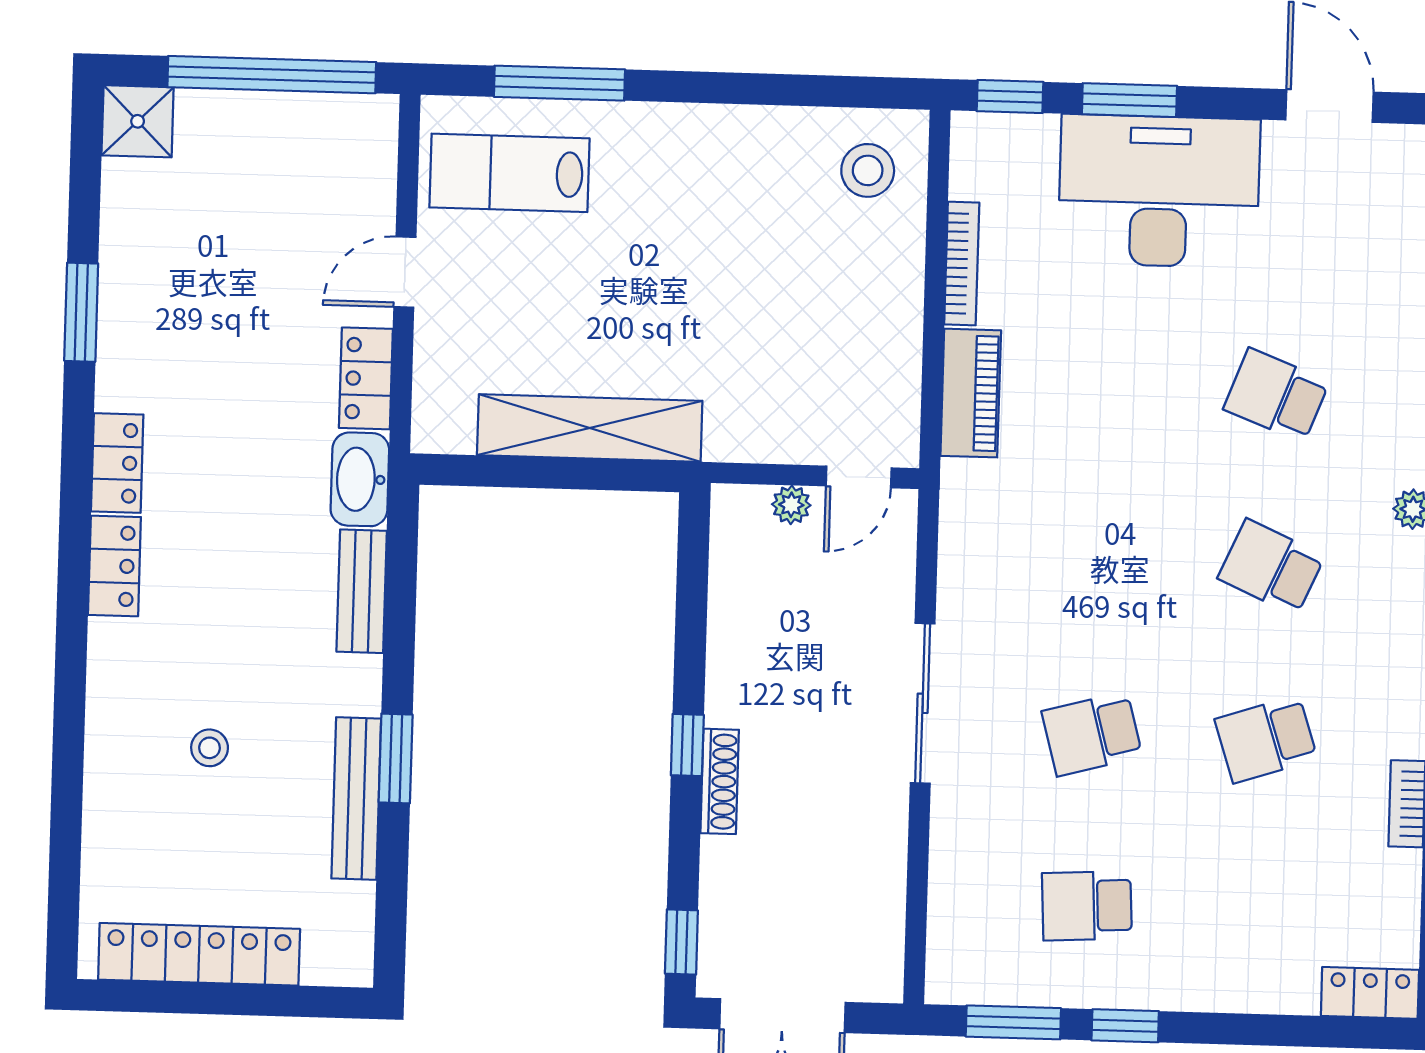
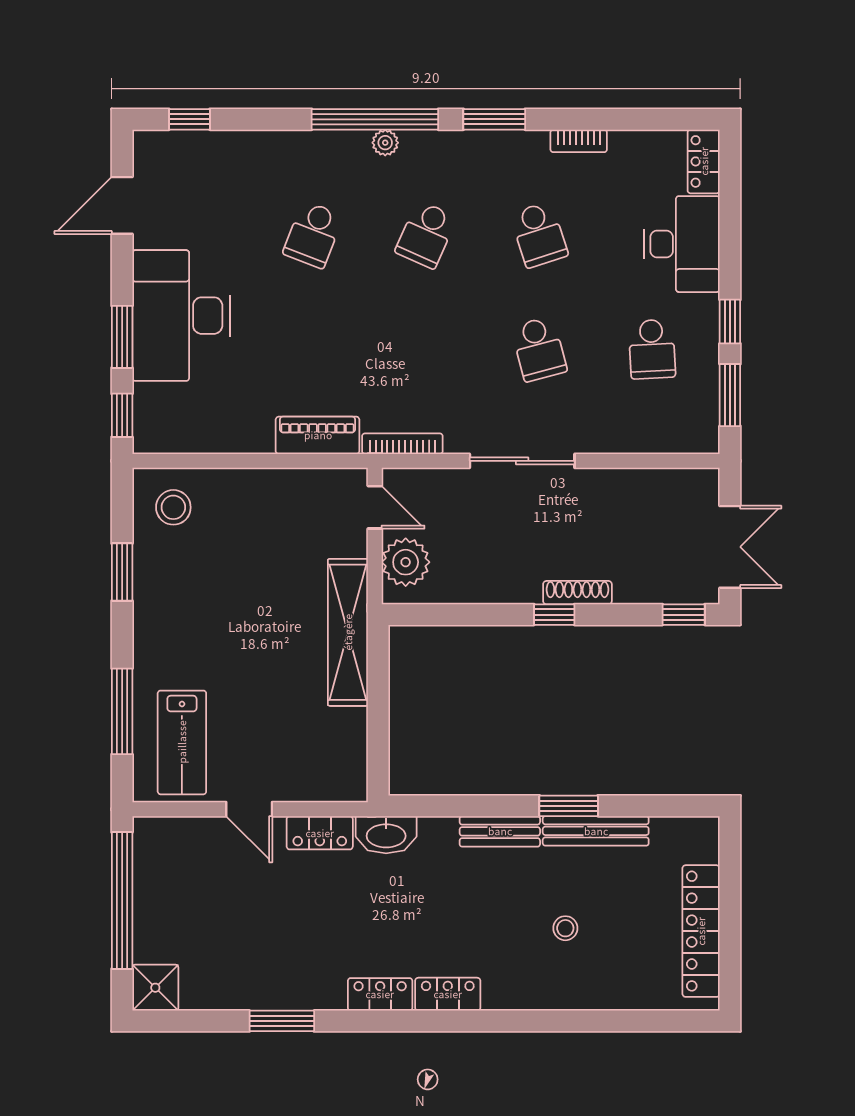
window: (771, 89) -> (122, 572), added
bookcase: (962, 264) -> (402, 444), moved
shelving: (590, 428) -> (348, 632), moved
plant: (791, 505) -> (406, 562), width x1.87, depth x1.87
bench: (362, 591) -> (500, 831), moved
desk: (1245, 956) -> (682, 244), added

